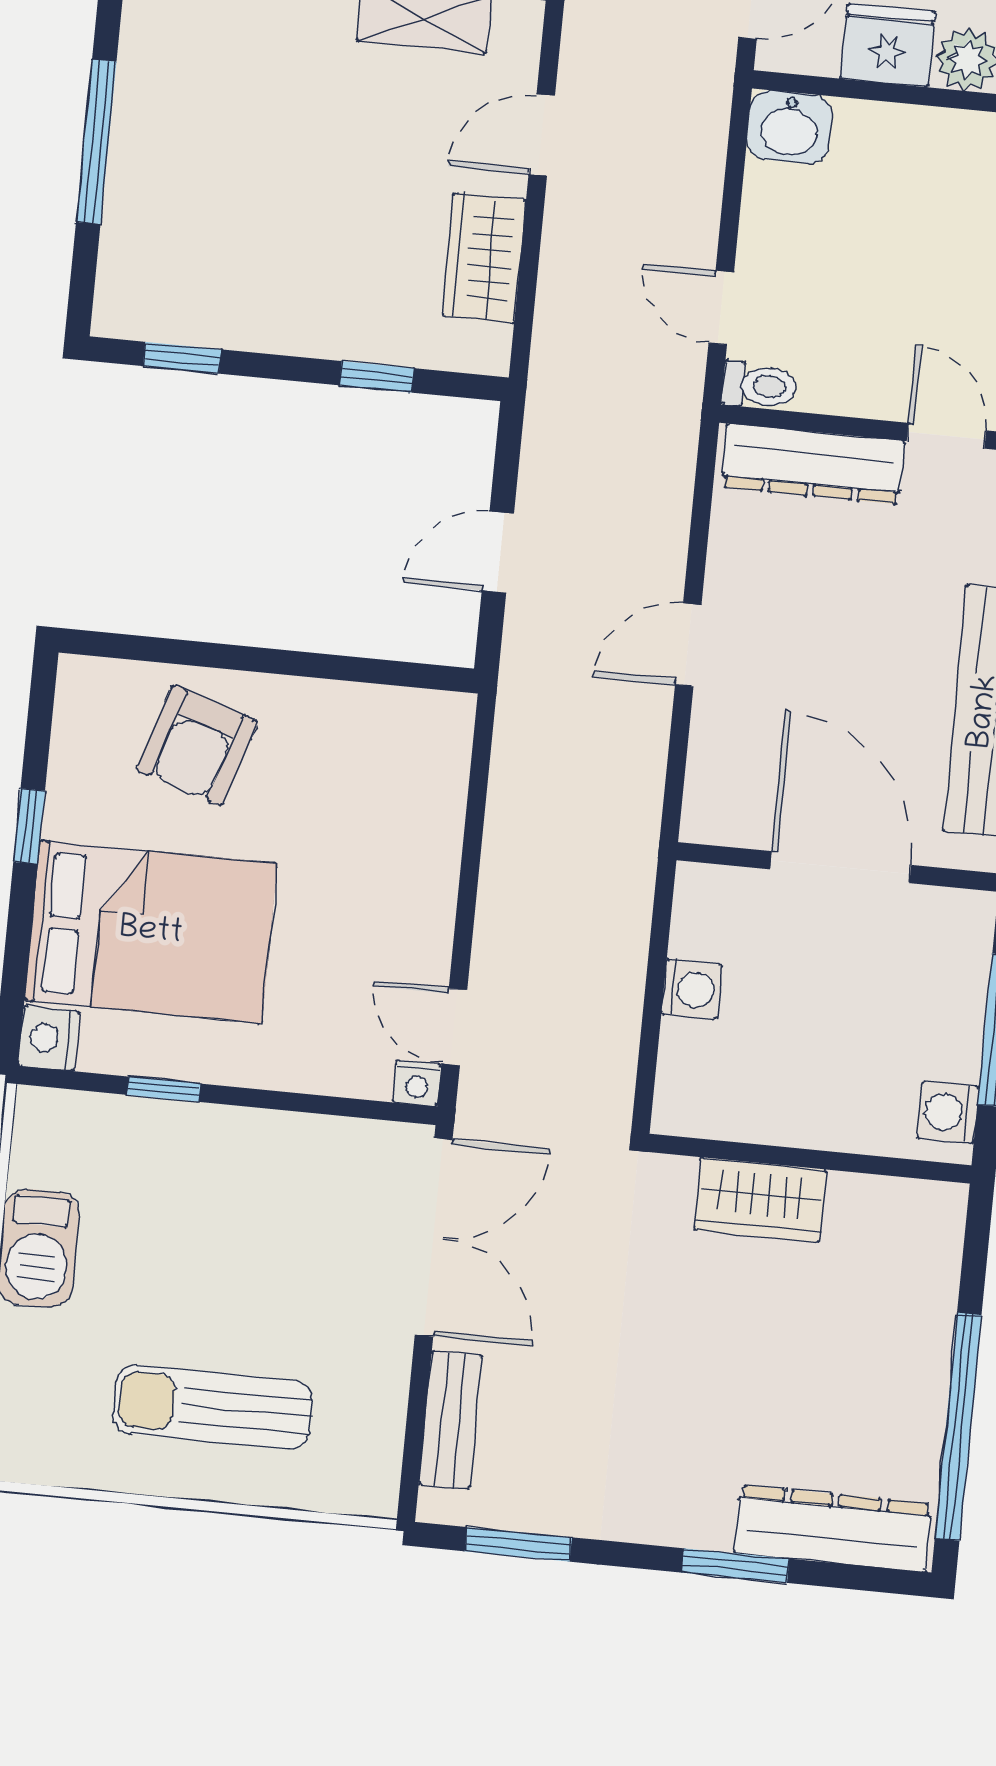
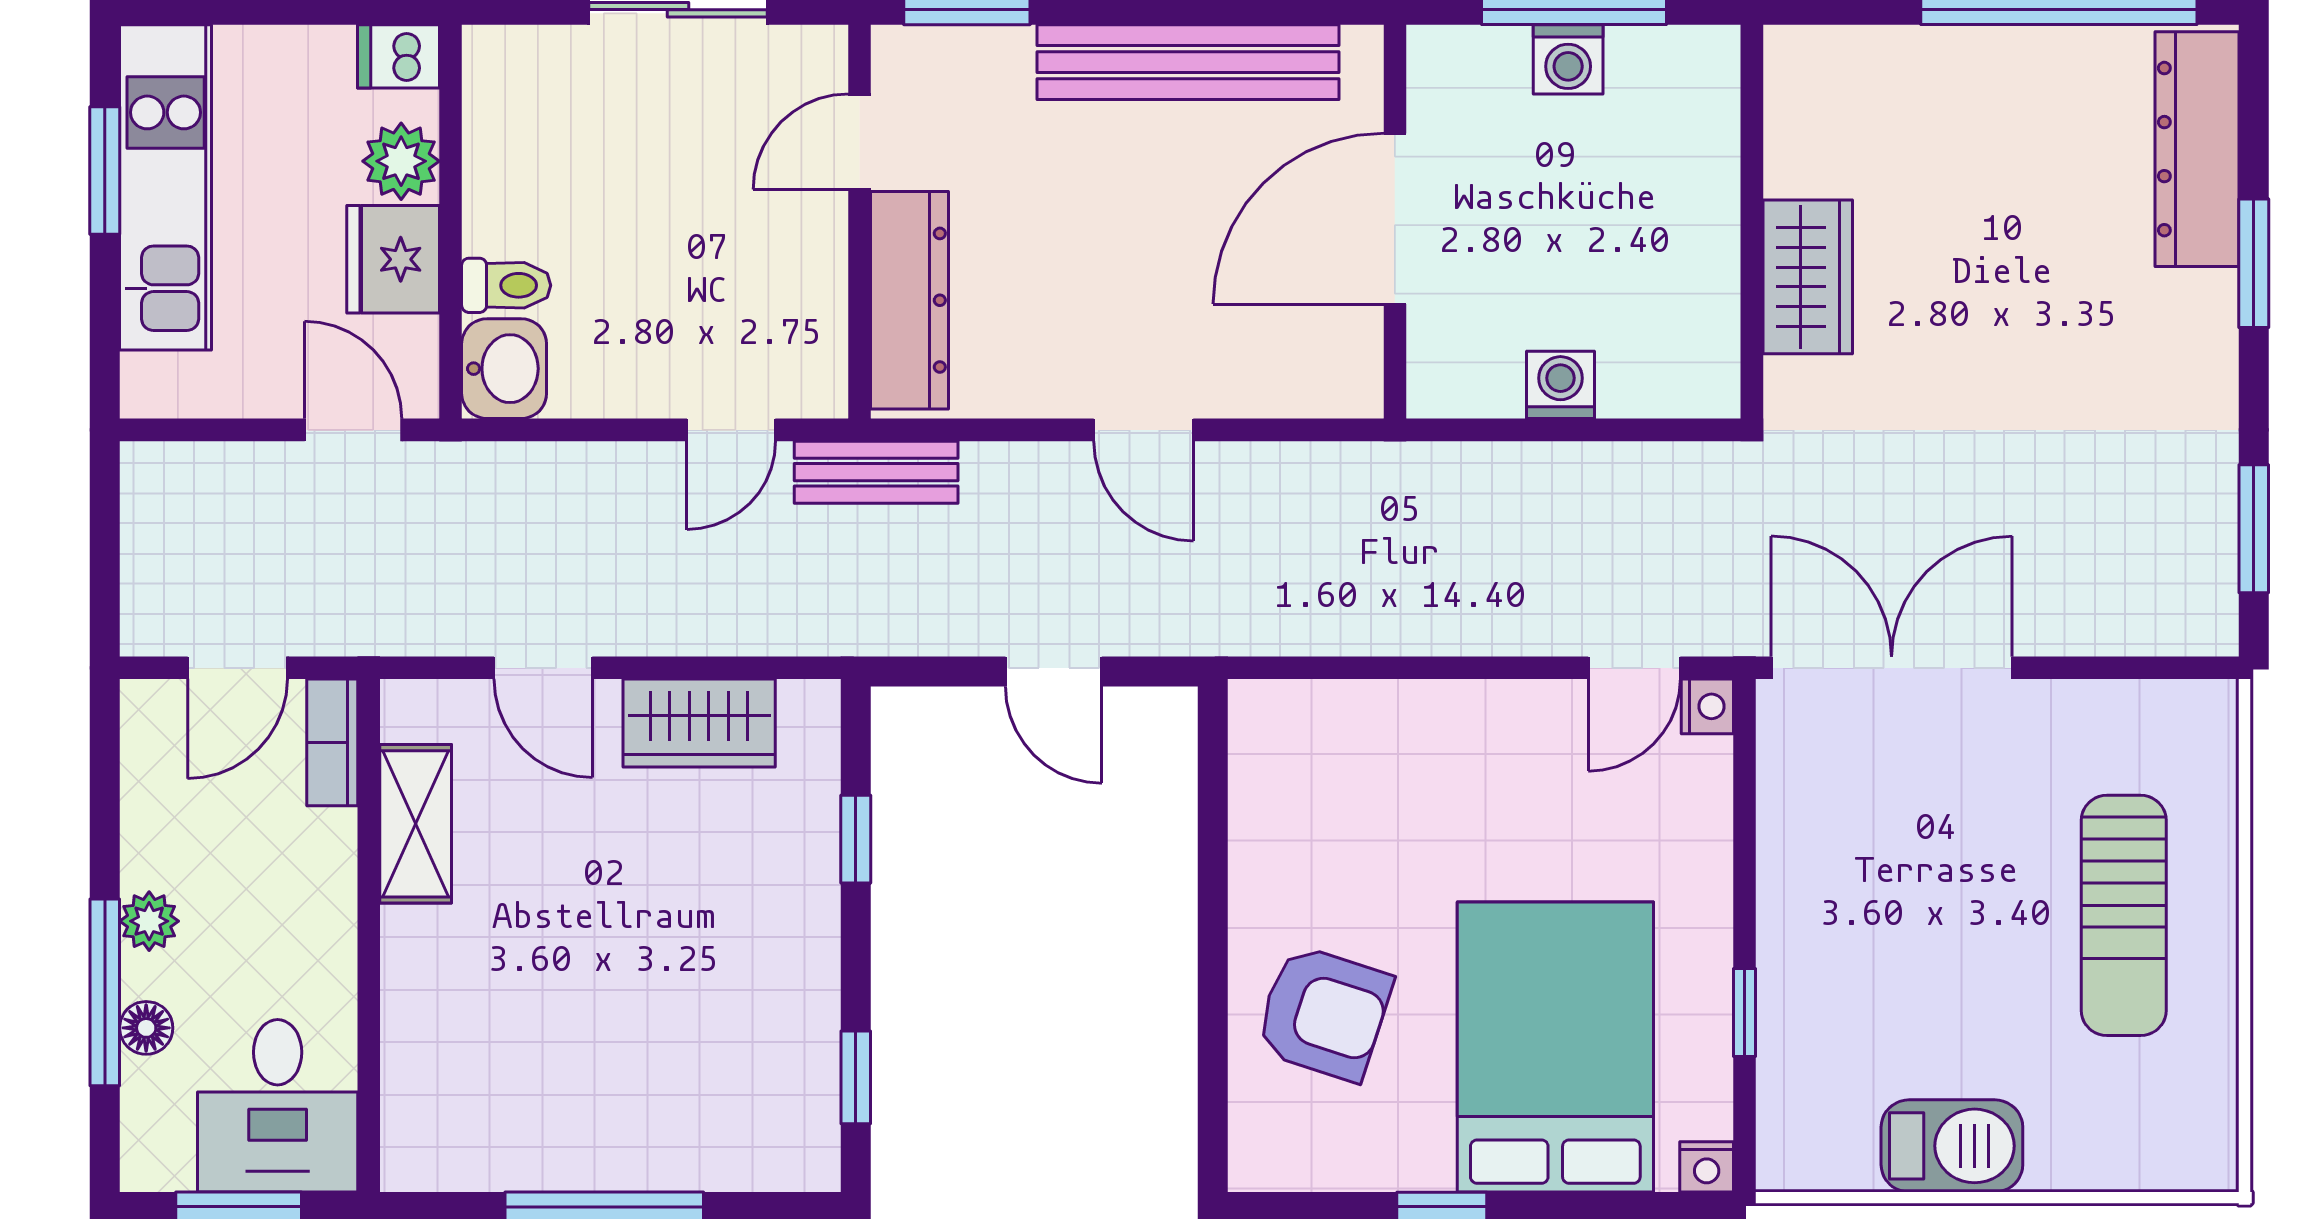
toilet: (759, 386) -> (506, 285), moved, turned 90
nightstand: (49, 1038) -> (1707, 1167), width x0.72, depth x0.74
washing machine: (948, 1112) -> (1568, 59), moved
bench: (451, 1420) -> (876, 472), moved

